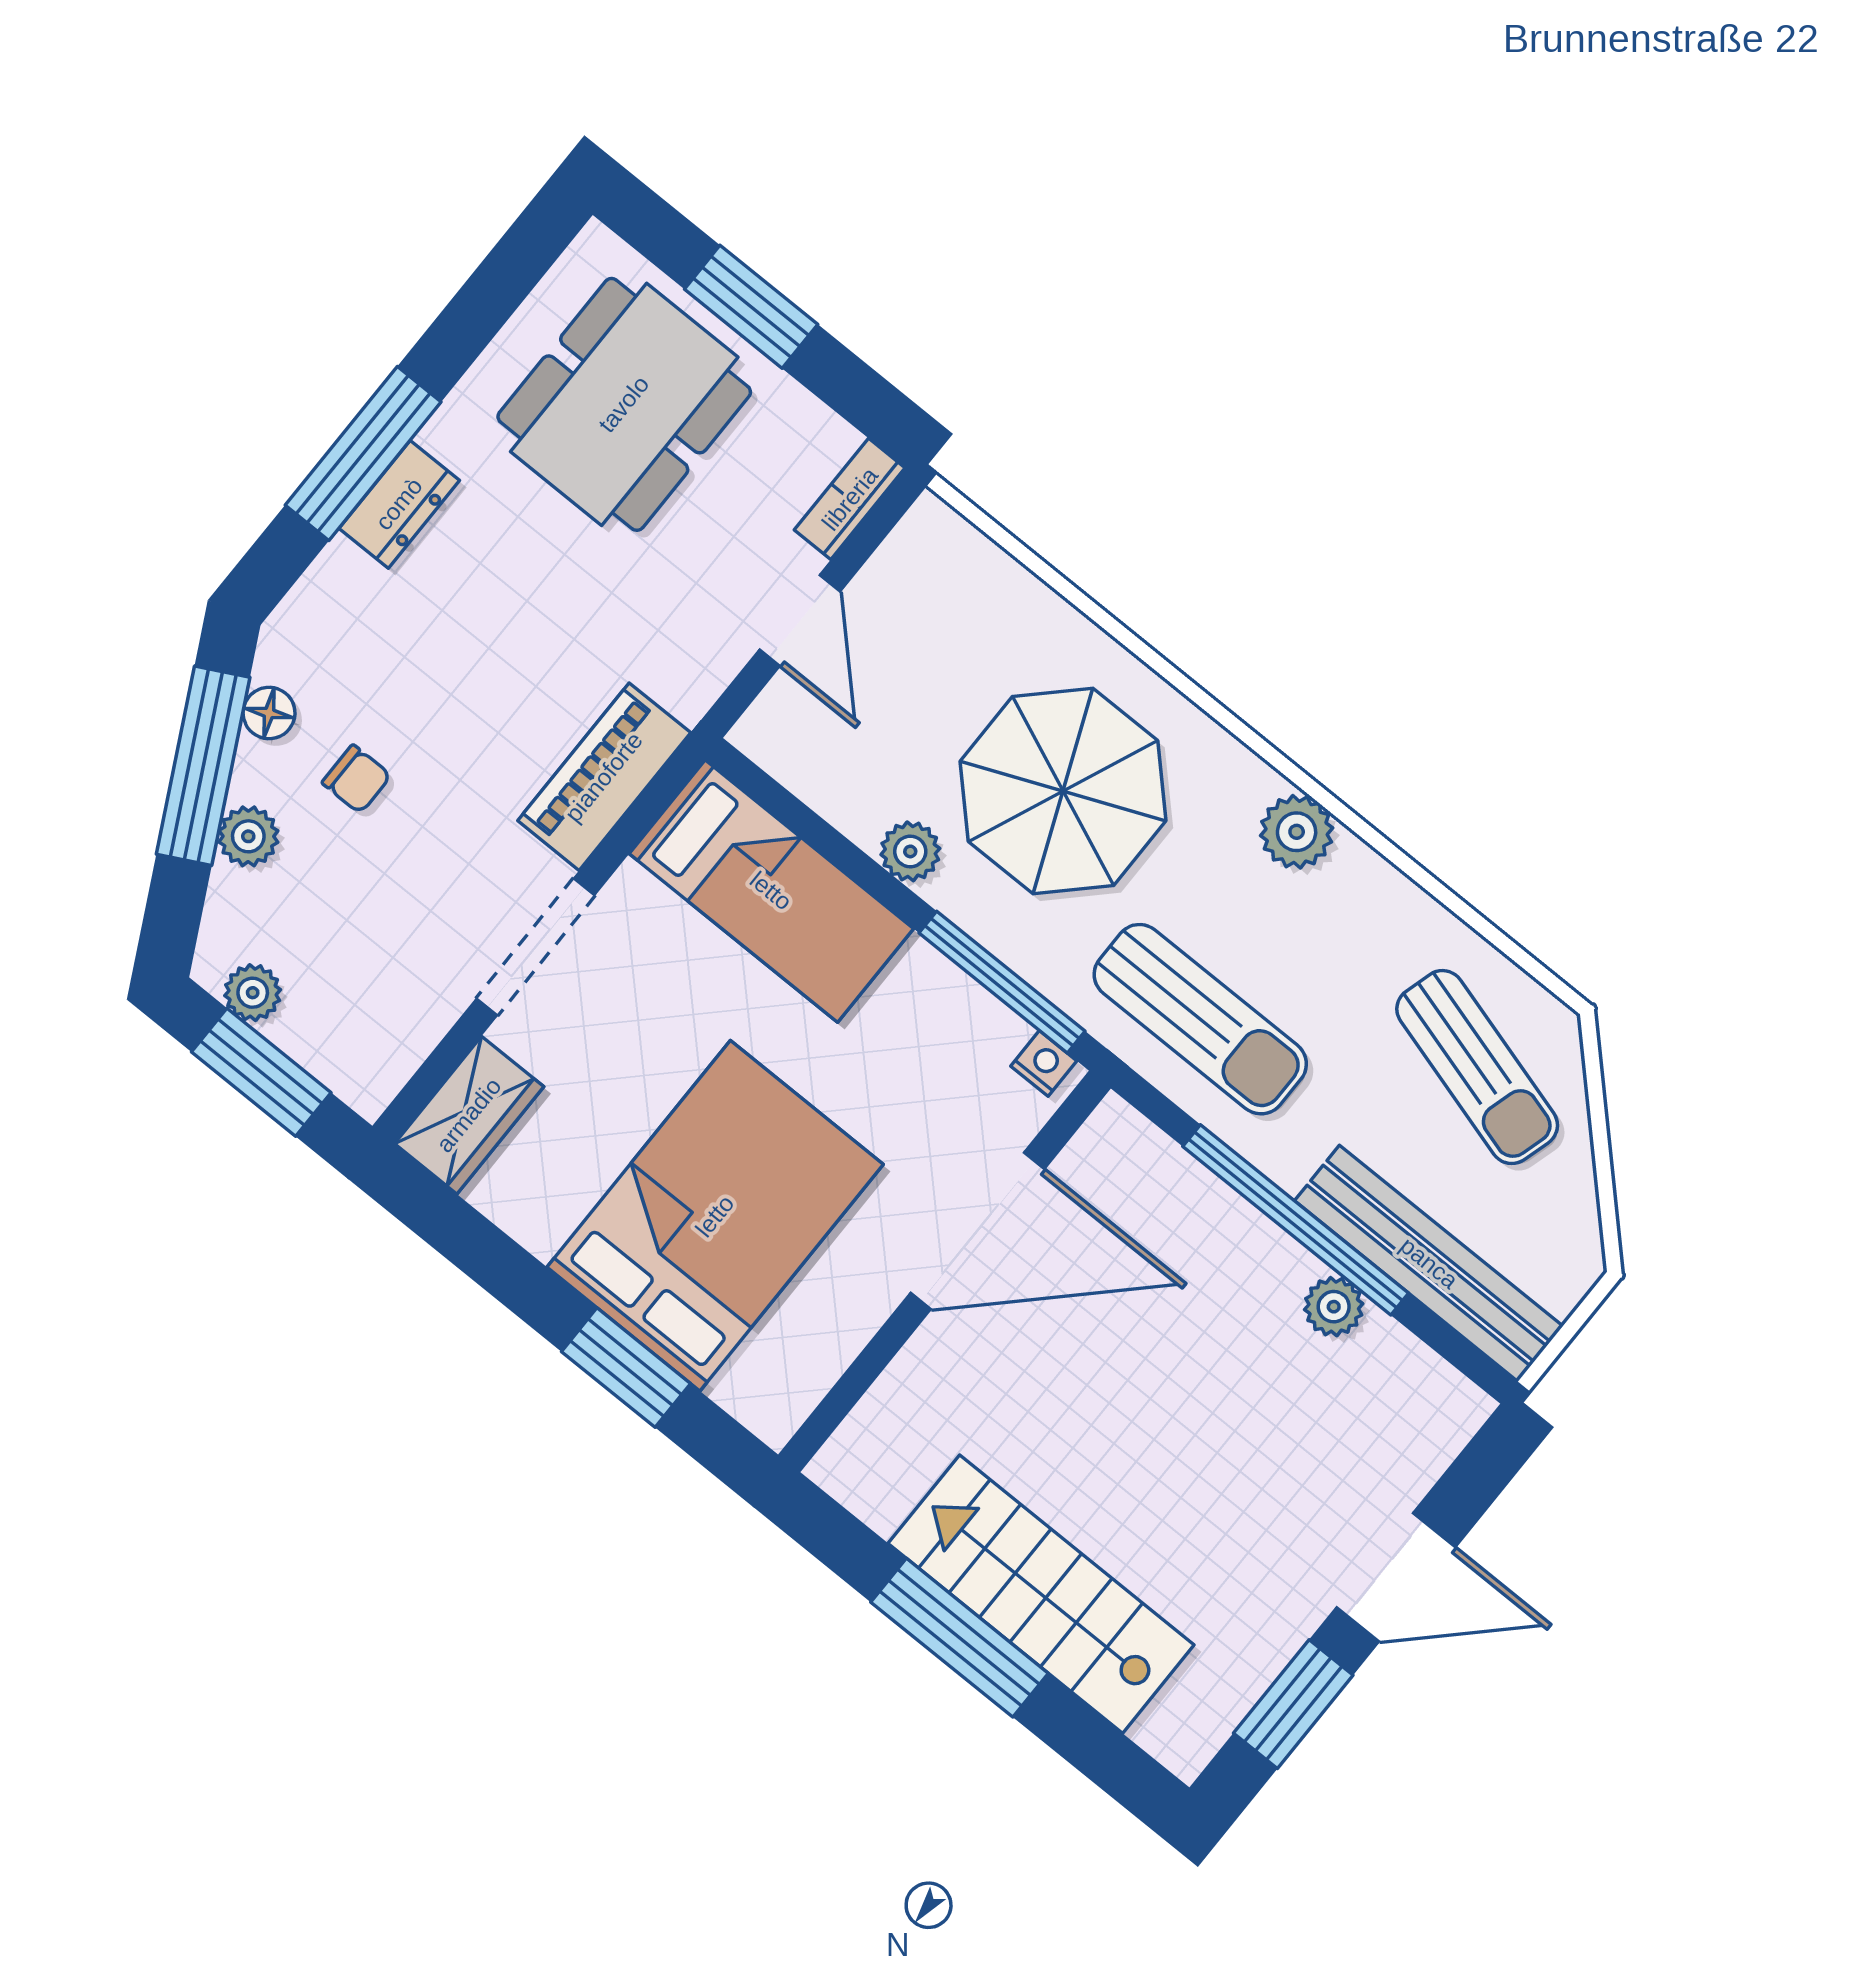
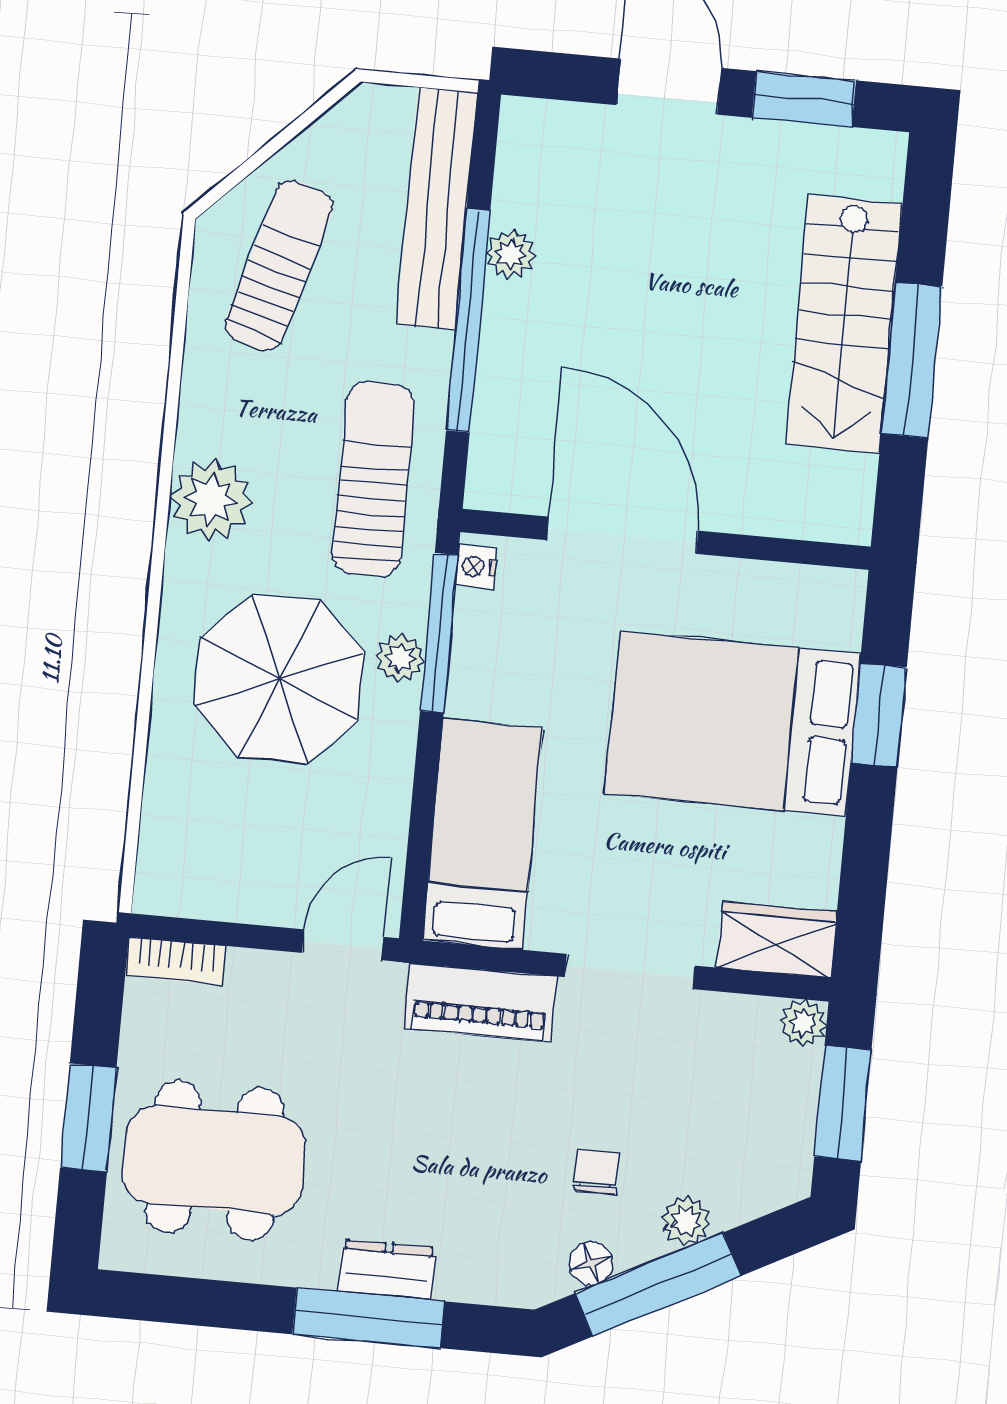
door: (800, 620) -> (343, 945), moved
plant: (1297, 832) -> (211, 500), width x1.36, depth x1.36
plant: (910, 851) -> (400, 658), moved
plant: (253, 993) -> (803, 1023), moved

